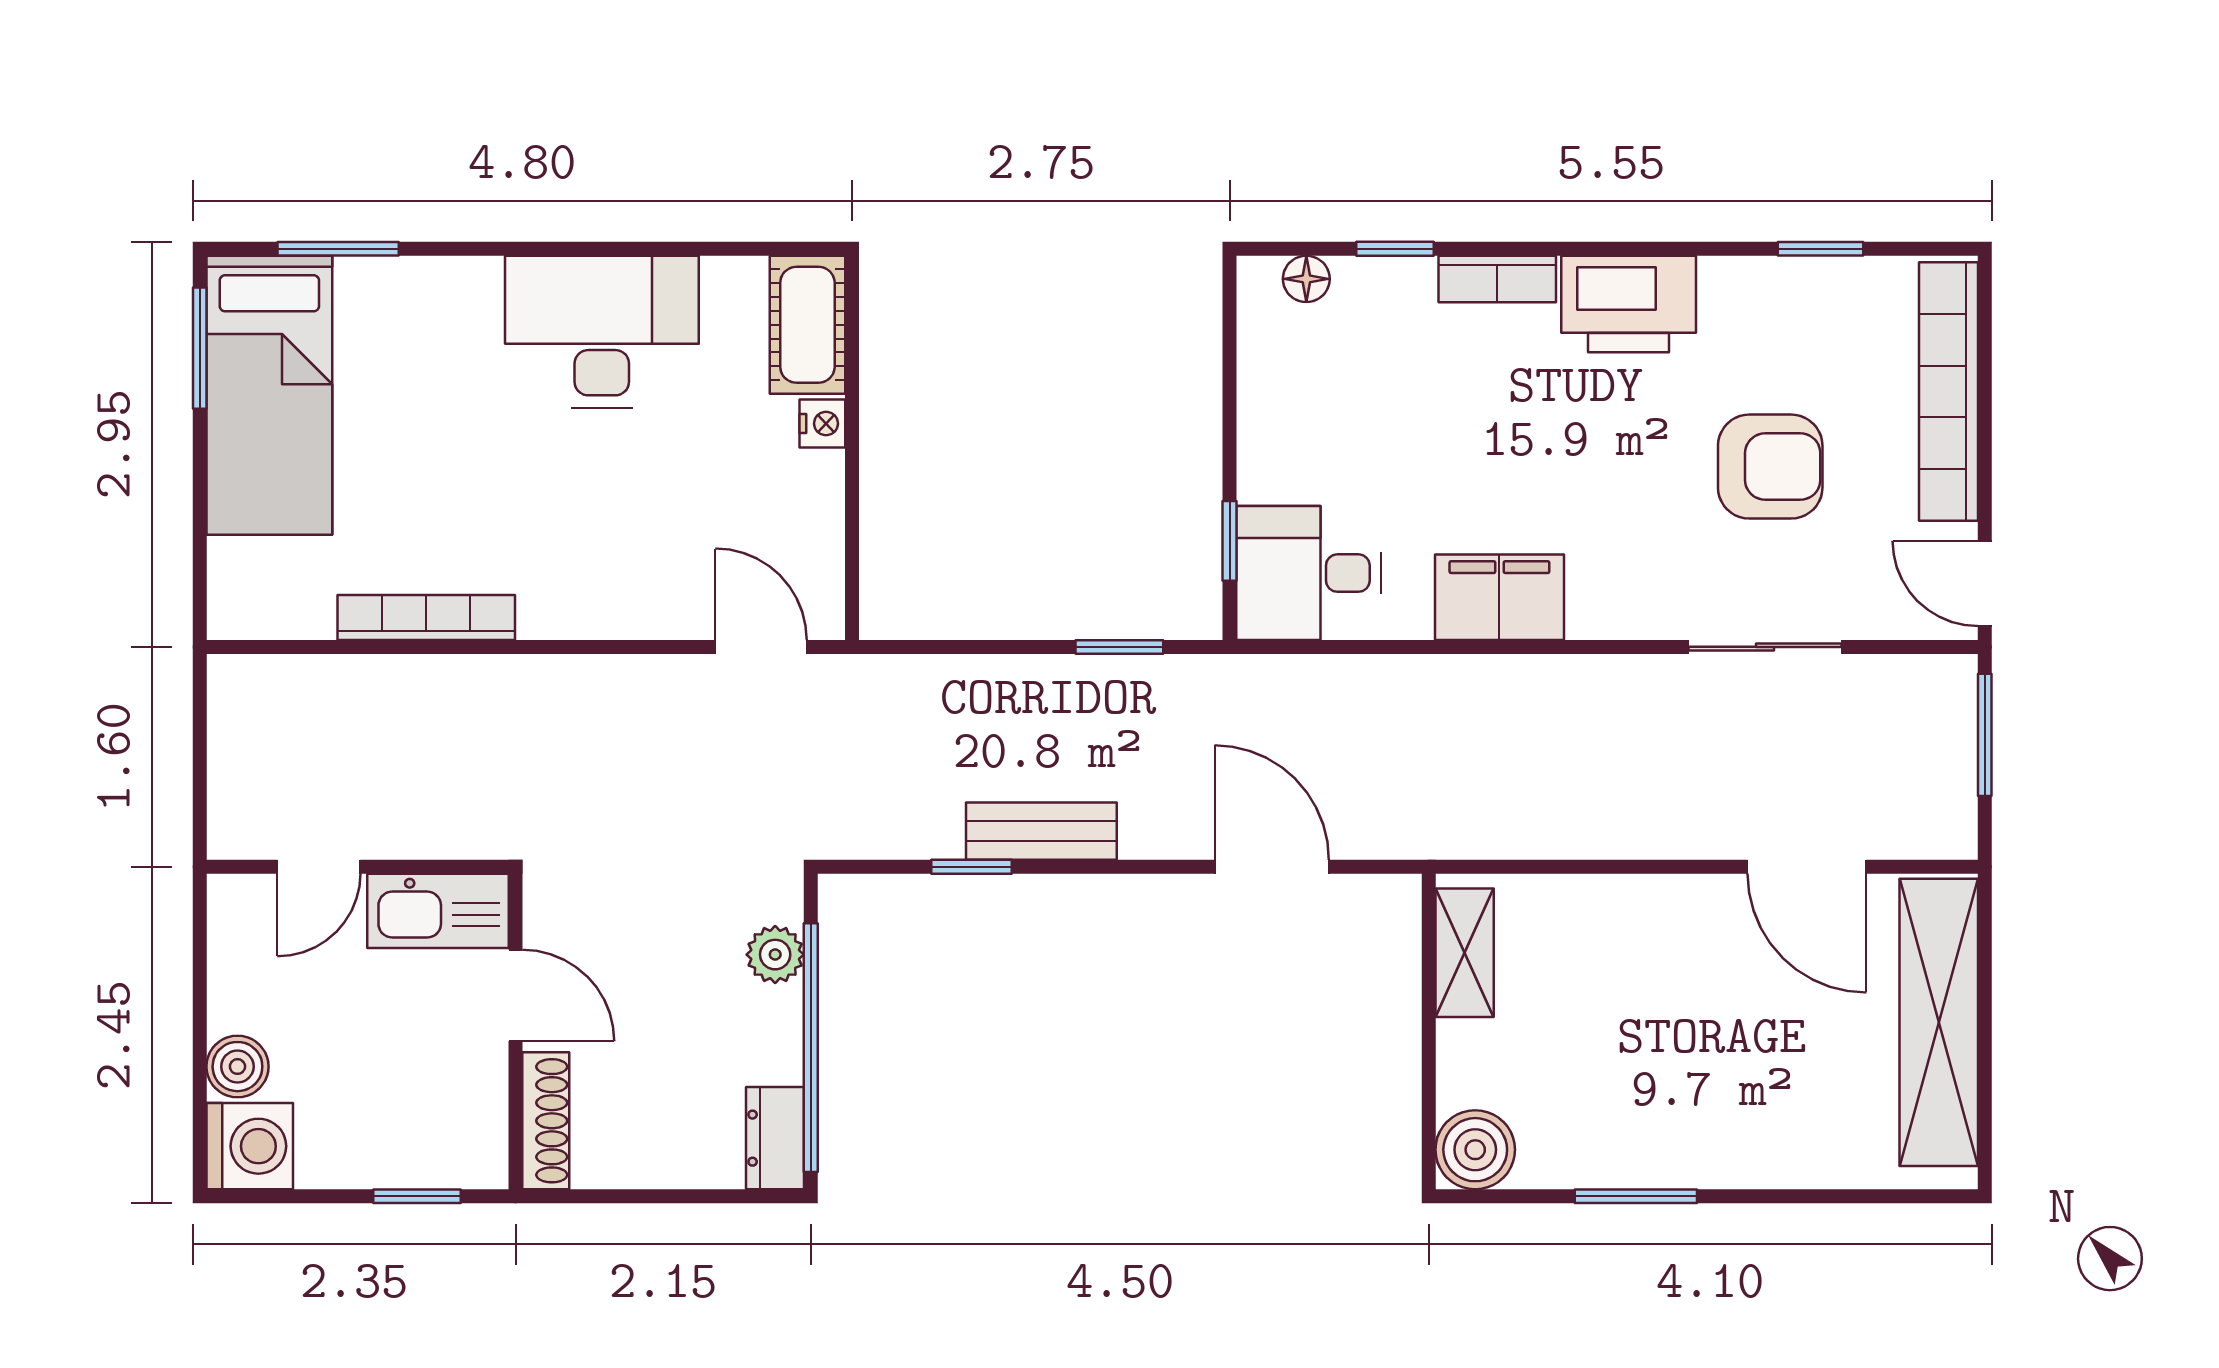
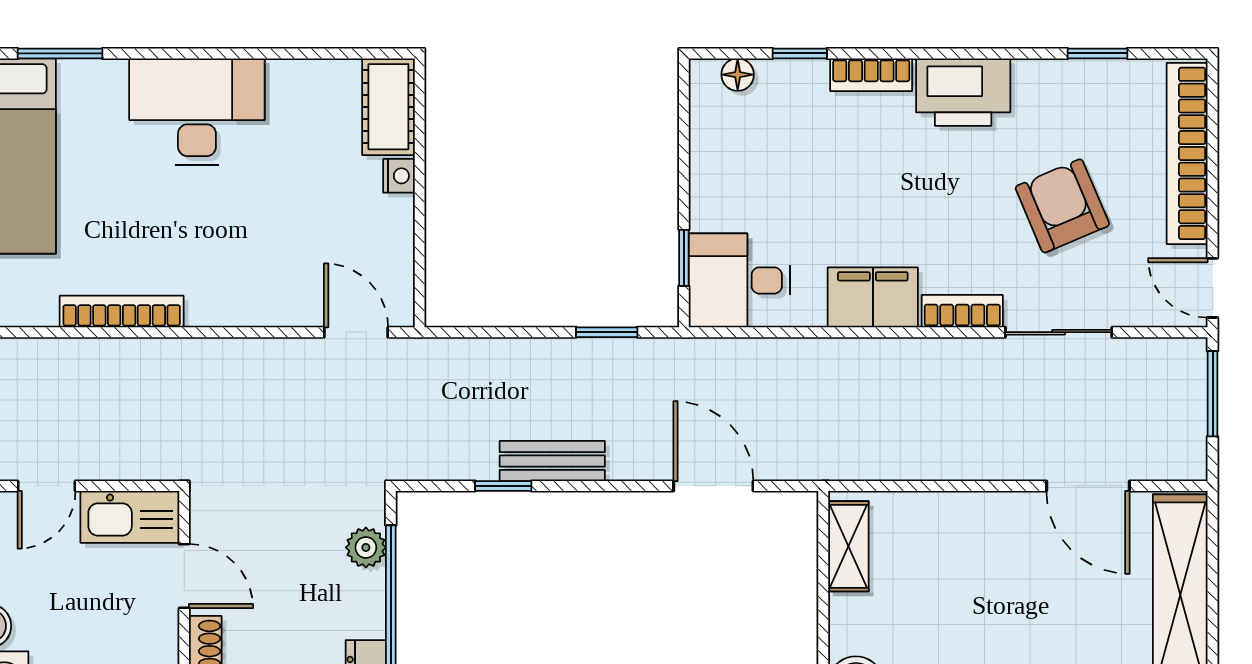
desk: (602, 332) -> (197, 112), moved
armchair: (1770, 467) -> (1062, 206), turned -113
bookcase: (1627, 617) -> (962, 311), added

